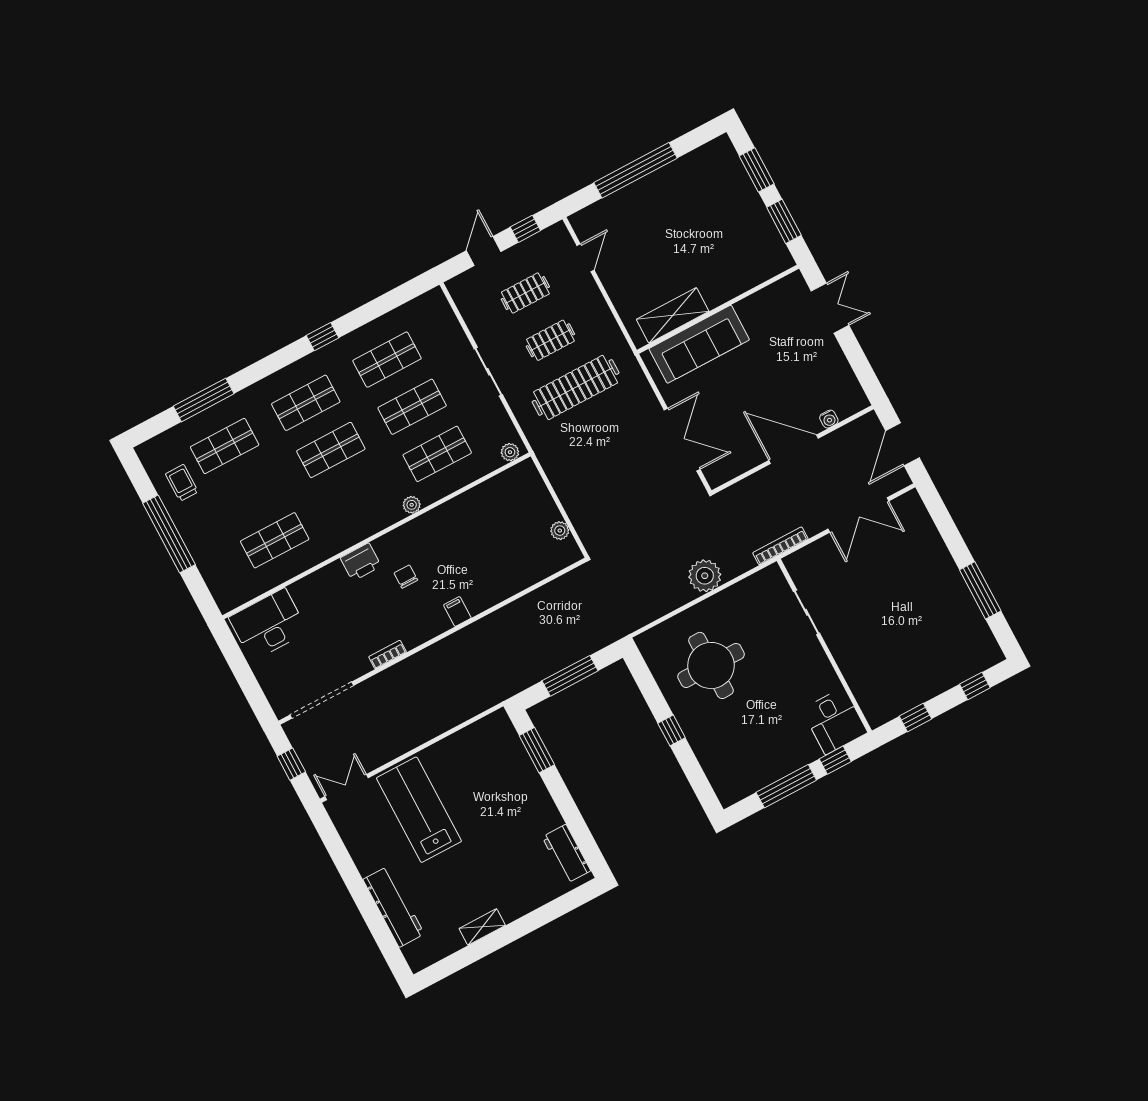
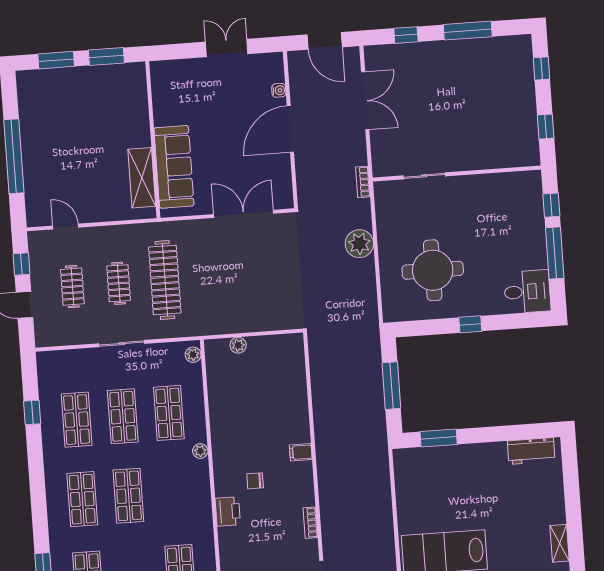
double door: (830, 308) -> (227, 48), moved
window: (323, 337) -> (32, 413), moved
window: (947, 527) -> (406, 35), added
plant: (560, 531) -> (238, 345), moved
bookcase: (780, 546) -> (363, 182), width x0.64
desk: (835, 721) -> (527, 292), moved

